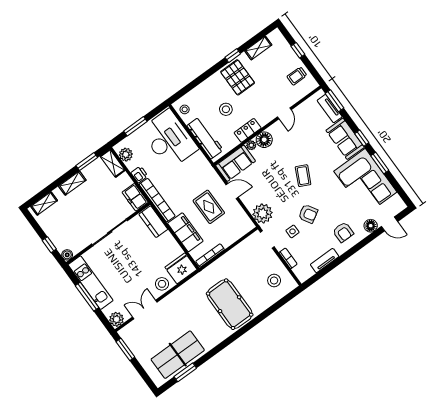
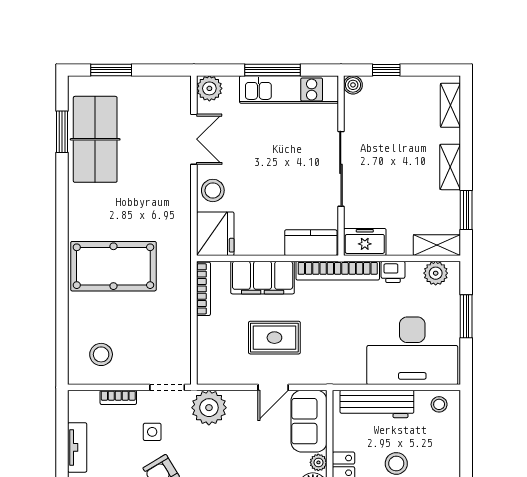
window: (125, 349) -> (111, 70), moved

